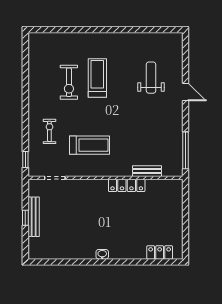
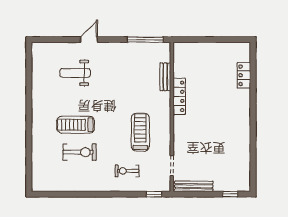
bench: (34, 217) -> (194, 186), moved
window: (25, 218) -> (230, 194), moved
locker: (160, 252) -> (244, 75), moved
washbasin: (102, 254) -> (246, 120), removed

